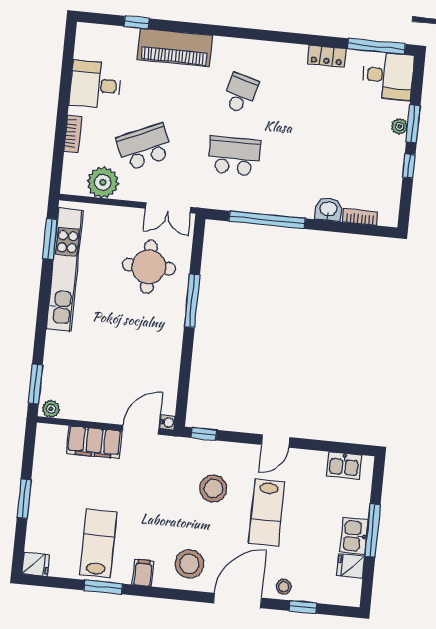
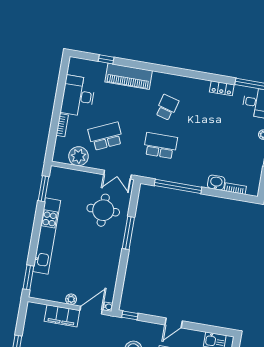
desk: (95, 85) -> (78, 96), width x1.37
kitchen unit: (65, 270) -> (47, 236), moved
plant: (51, 409) -> (71, 299), moved

